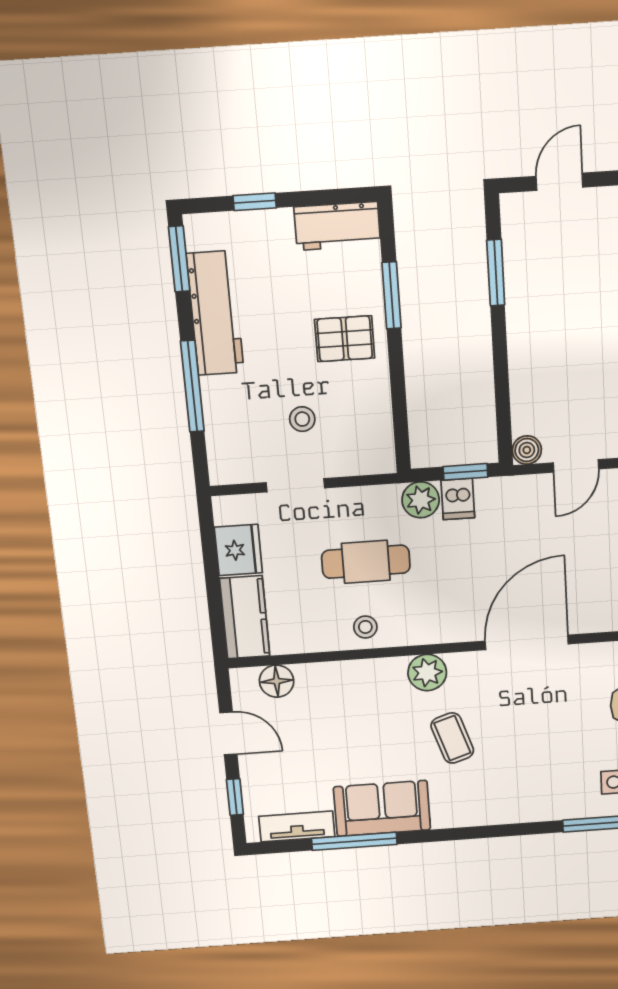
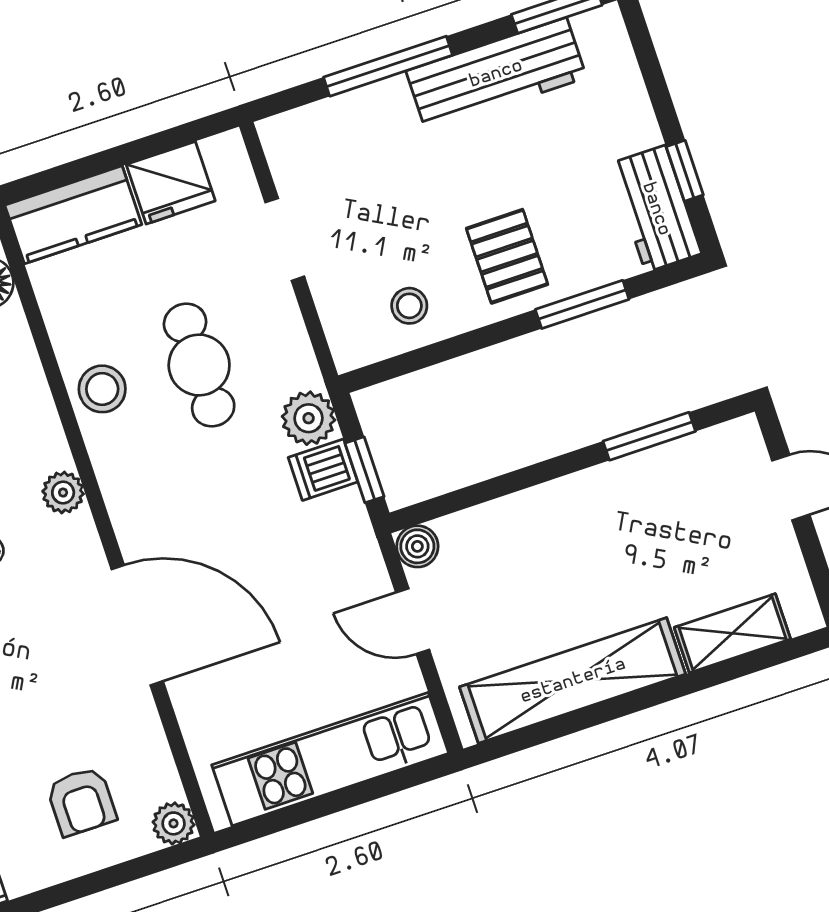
window: (255, 202) -> (685, 171), moved
stool: (302, 419) -> (409, 306), moved
stool: (365, 627) -> (102, 389), width x1.37, depth x1.37
plant: (427, 673) -> (63, 492), width x0.73, depth x0.73

